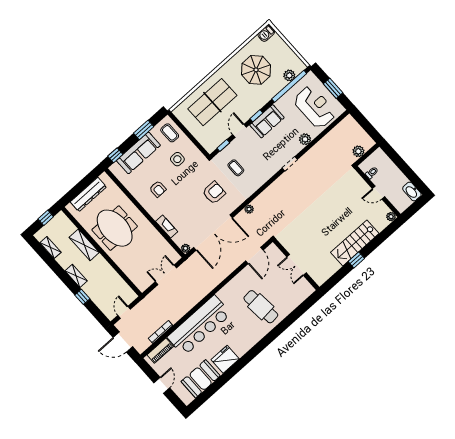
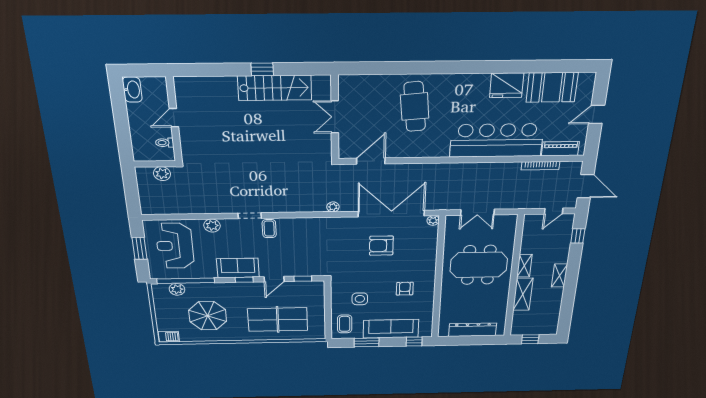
coffee table: (236, 168) -> (269, 229), moved
armchair: (214, 193) -> (381, 246), moved
door: (379, 193) -> (174, 118), swing flipped
plant: (391, 217) -> (180, 83), removed
fireplace: (167, 226) -> (431, 253), removed
meeting table: (115, 228) -> (479, 265), moved, turned 90
stairs: (355, 243) -> (275, 88), moved
shelving: (51, 247) -> (524, 266), moved
double door: (297, 265) -> (335, 117), swing flipped
window: (82, 297) -> (578, 236), moved

